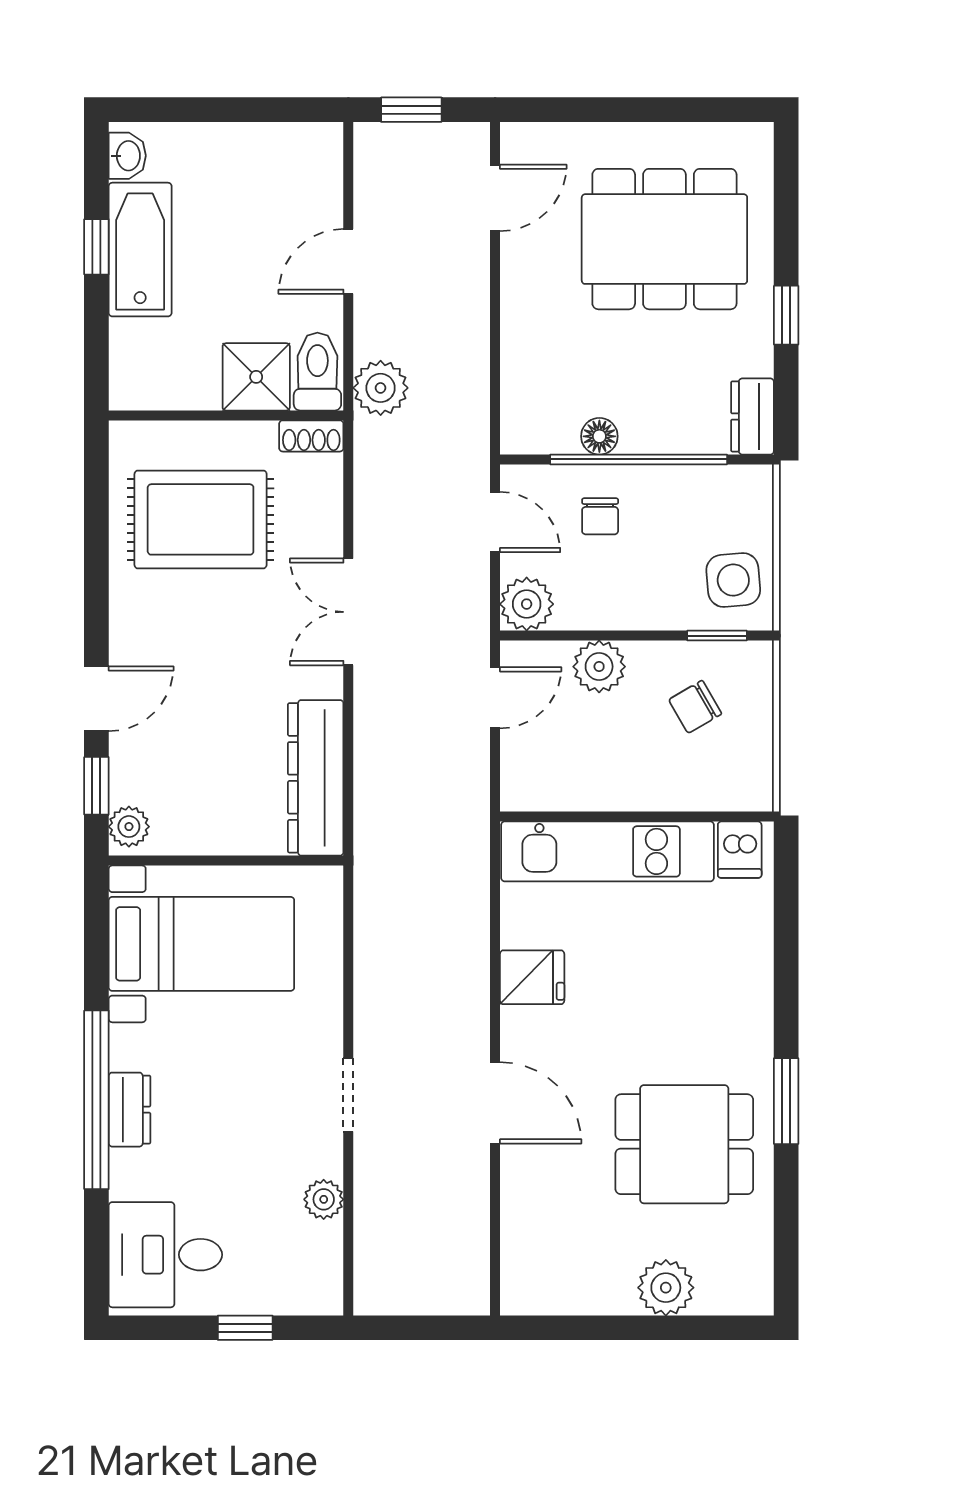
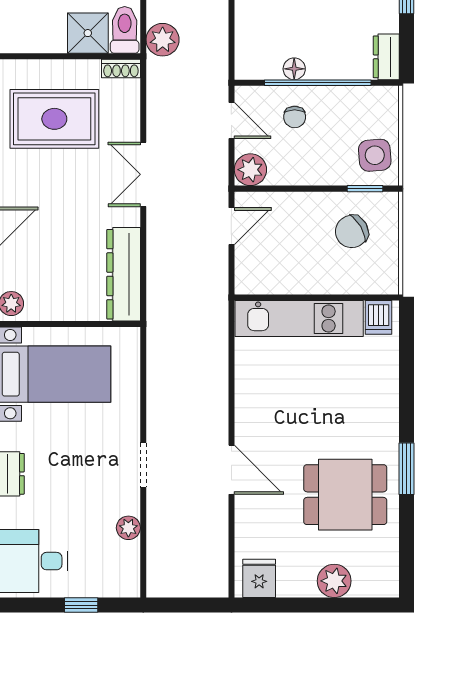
plant: (599, 667) -> (294, 207), removed
chair: (695, 707) -> (352, 232), width x1.37, depth x1.37
fridge: (532, 977) -> (259, 578), moved, turned -90

